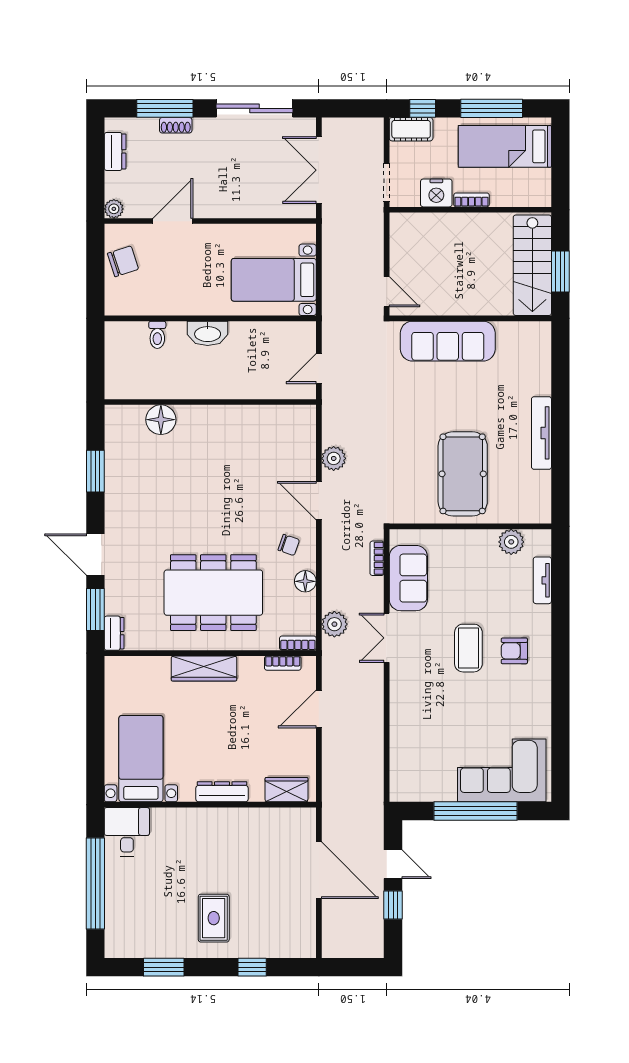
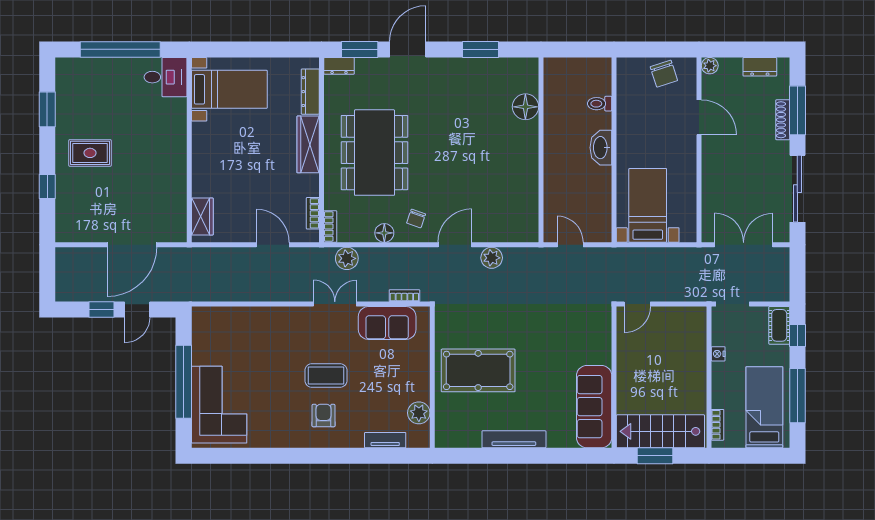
shoe rack: (176, 125) -> (783, 120), width x1.43
nightstand: (436, 193) -> (718, 354), width x0.53, depth x0.56
bookcase: (471, 200) -> (718, 425), moved
sofa: (448, 341) -> (594, 407), moved
dresser: (222, 792) -> (310, 92), moved, turned 180

